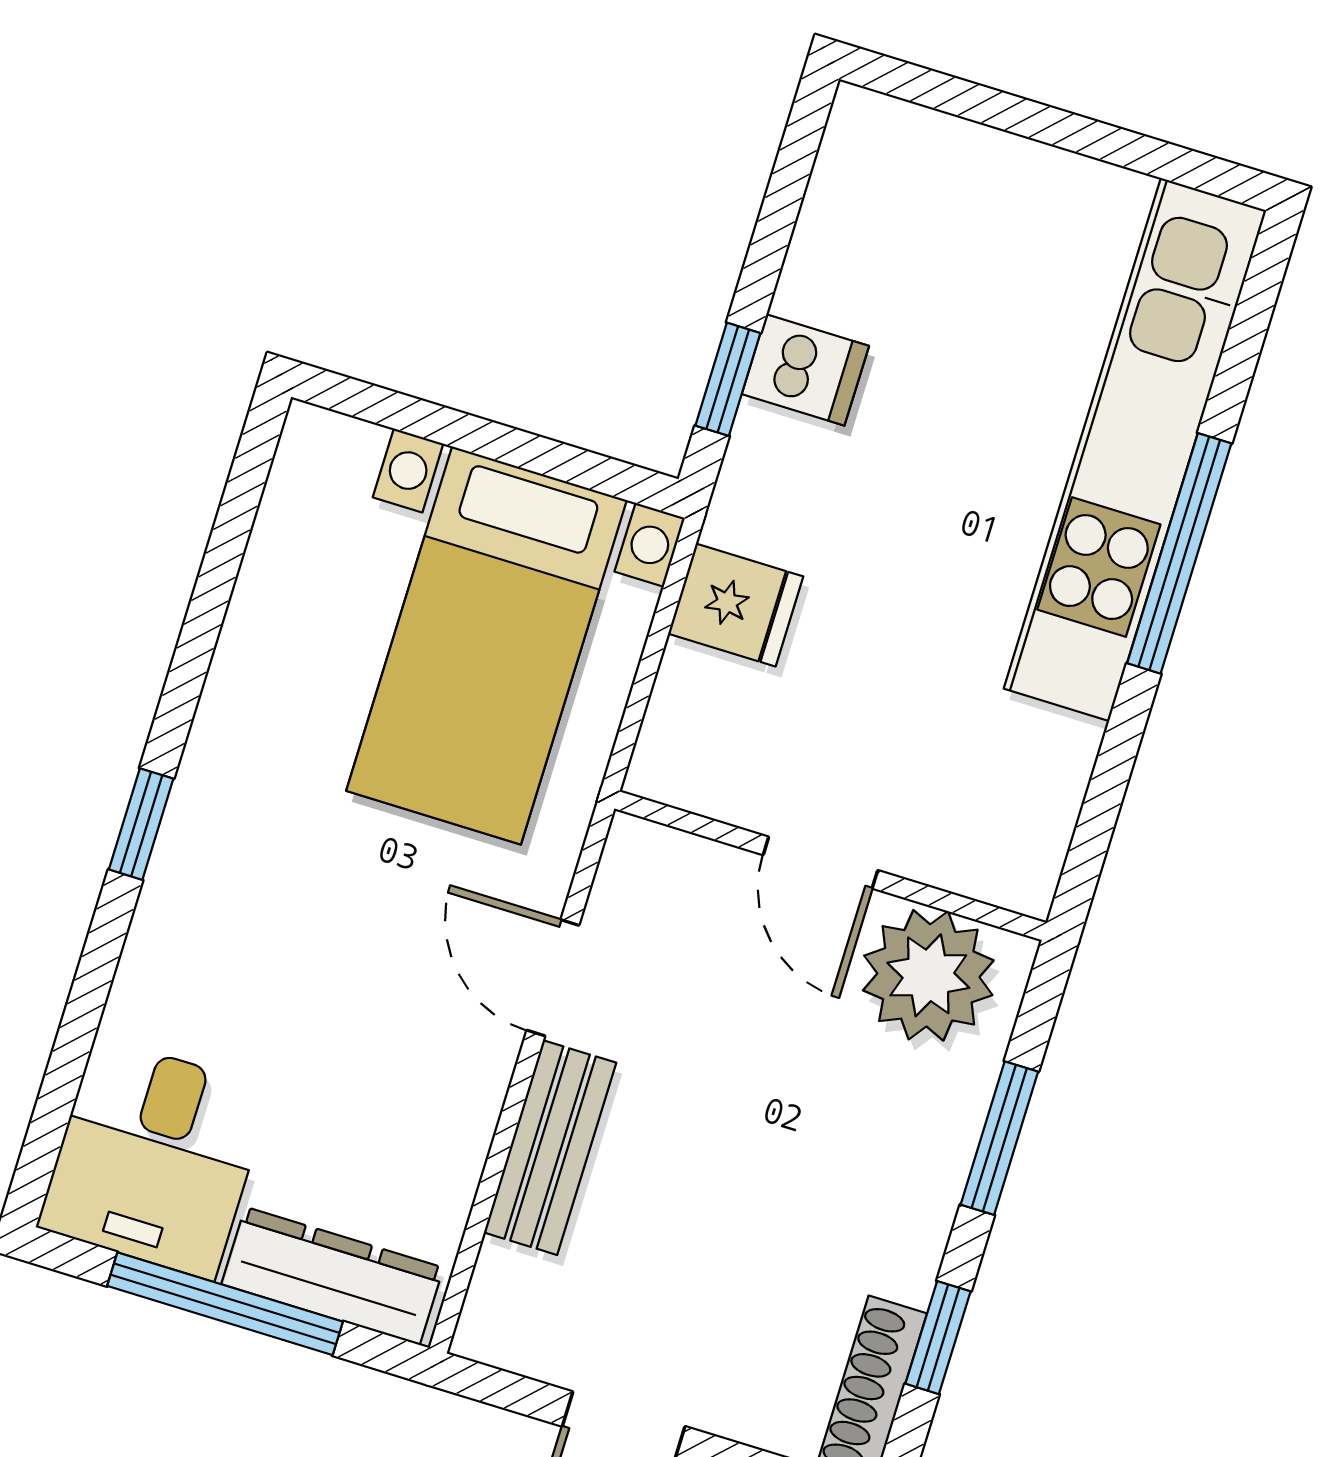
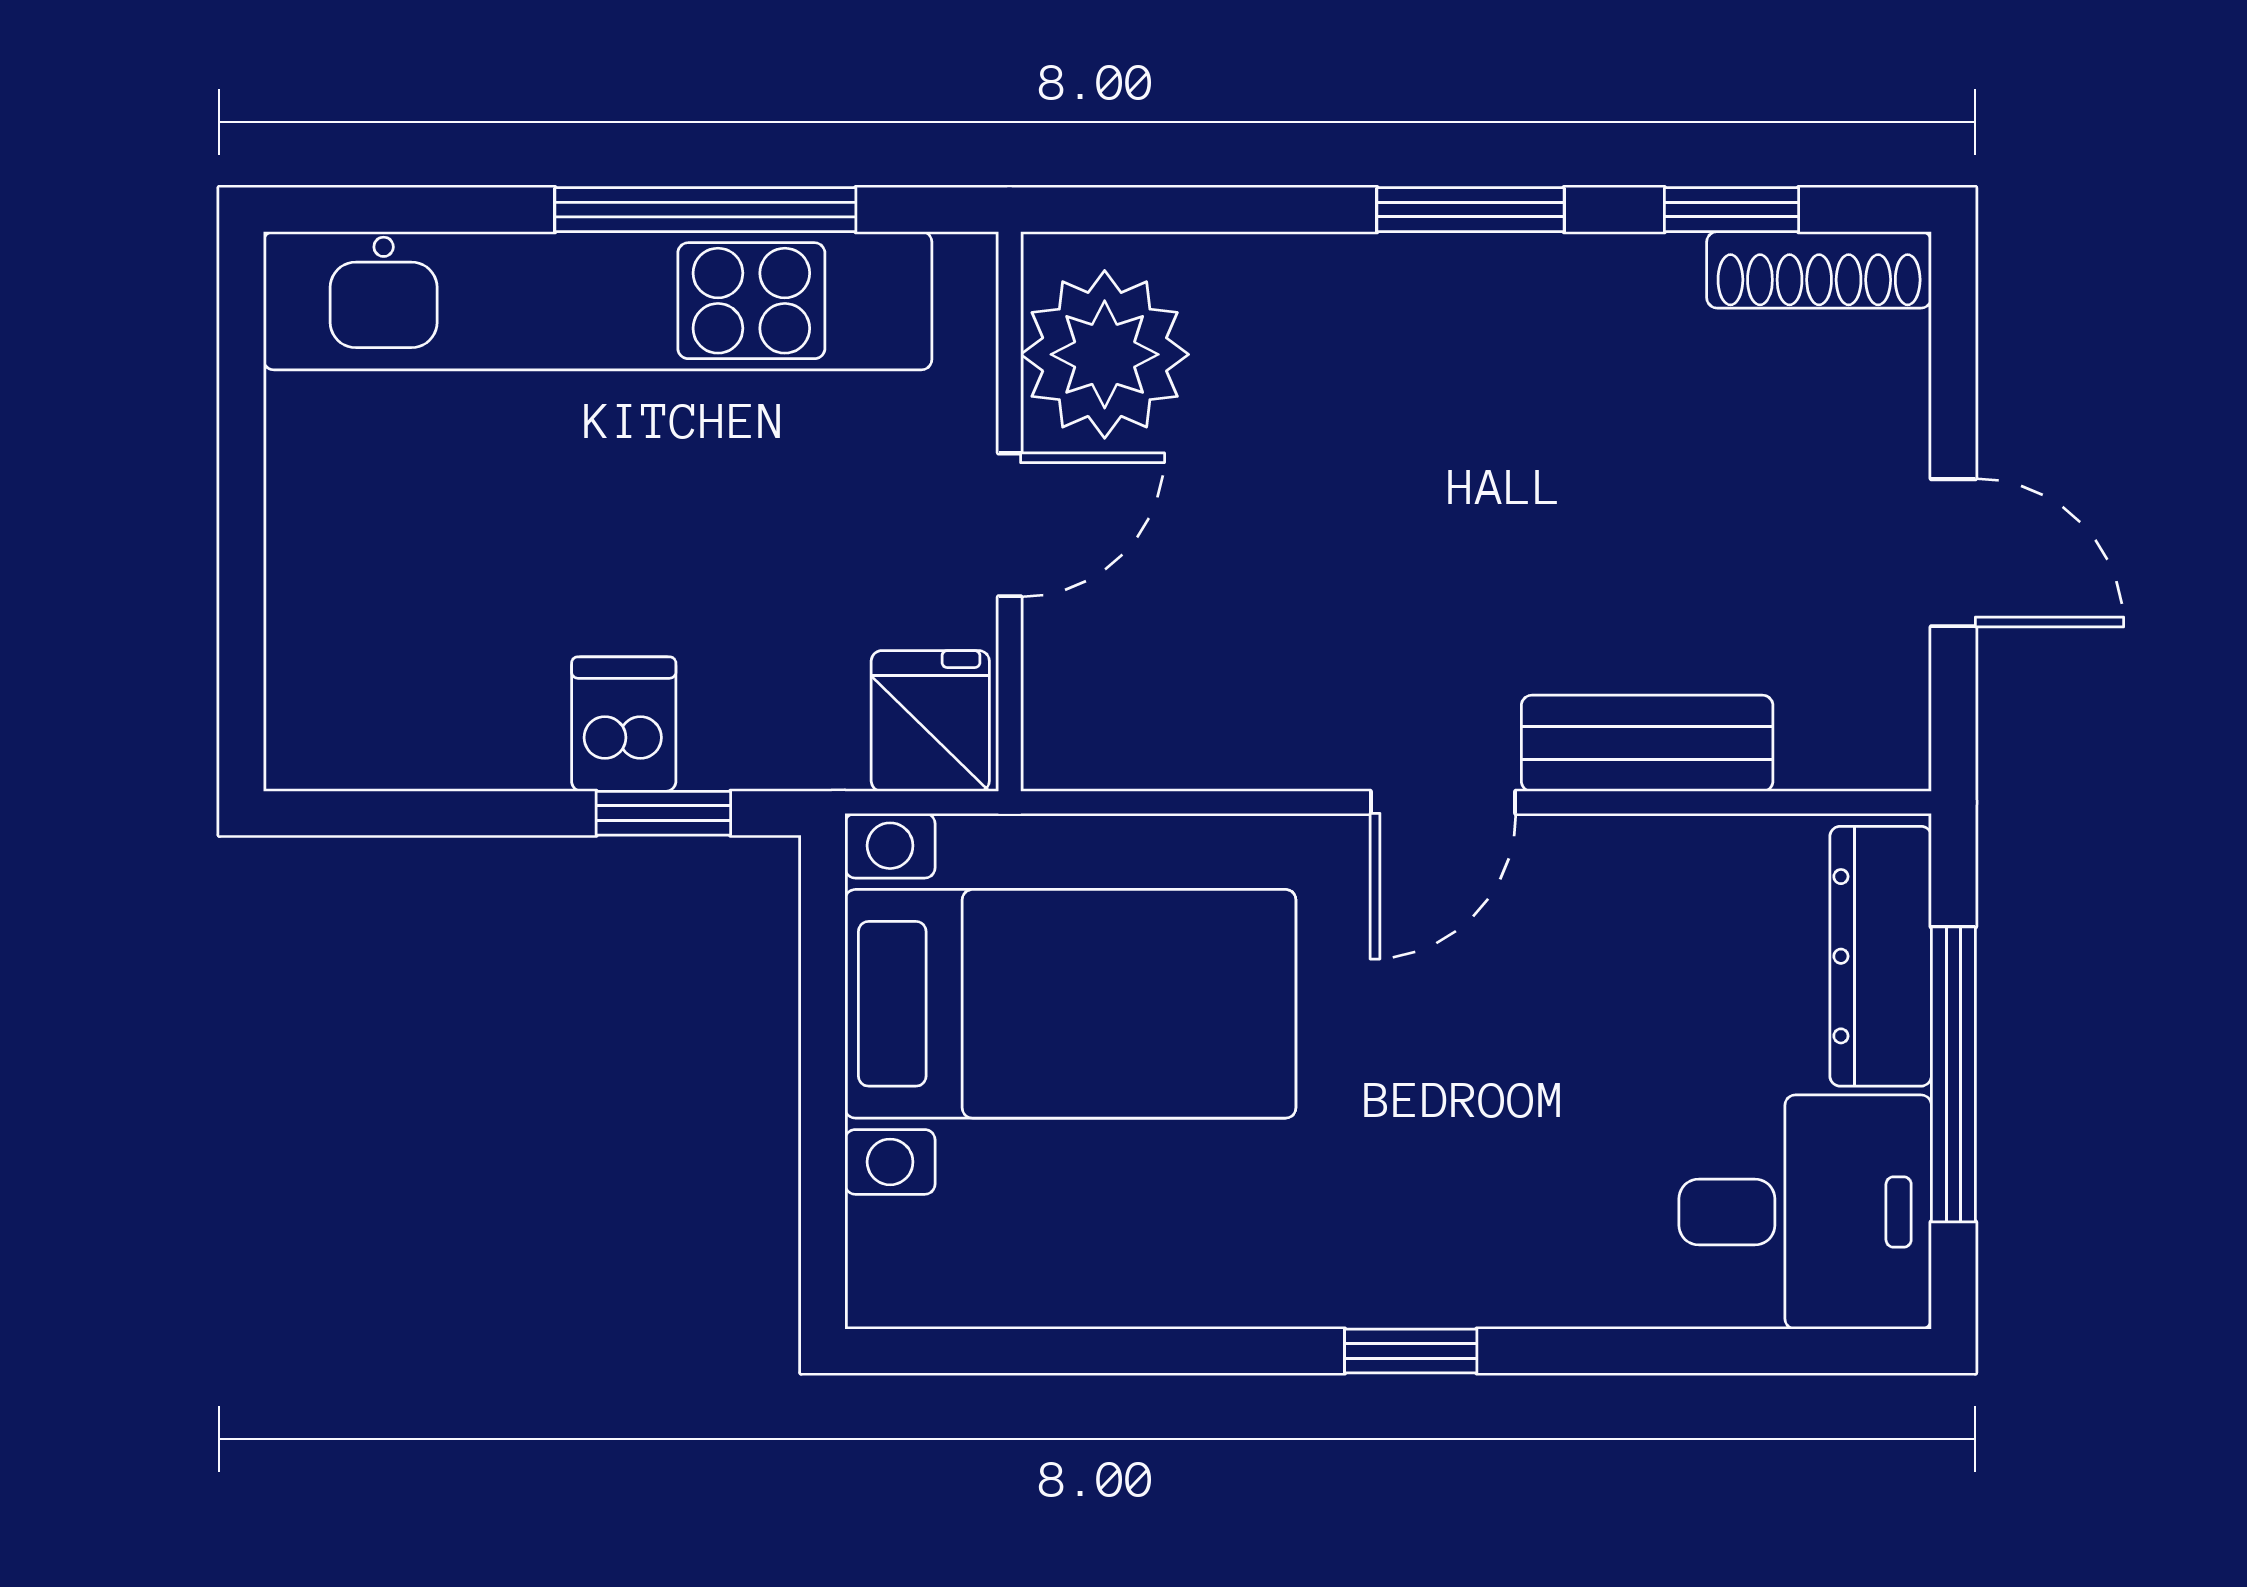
door: (820, 863) -> (1010, 525), moved
wall: (831, 866) -> (1010, 511), moved
plant: (928, 975) -> (1105, 354), moved

